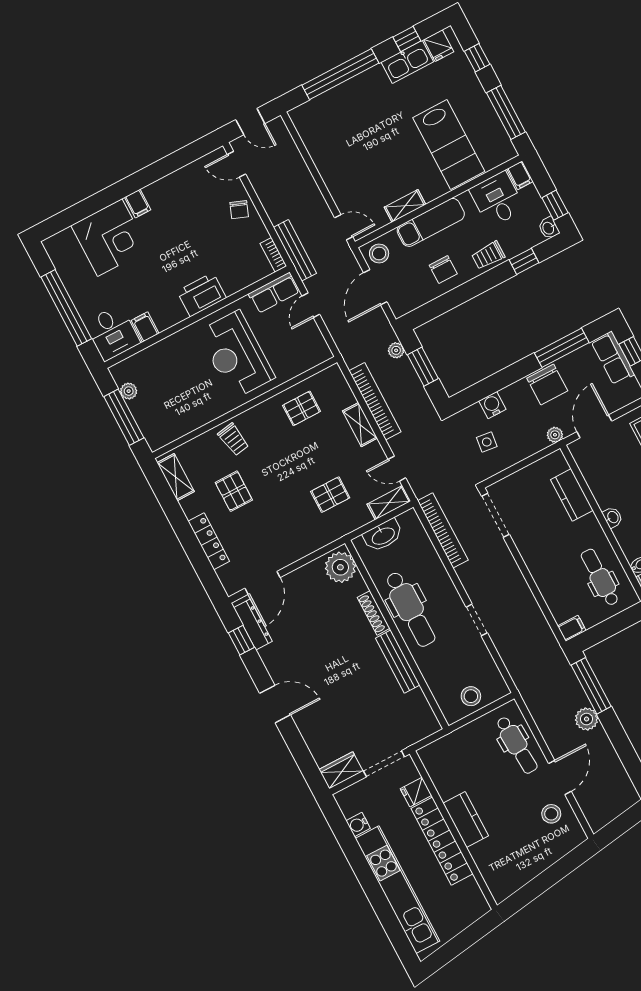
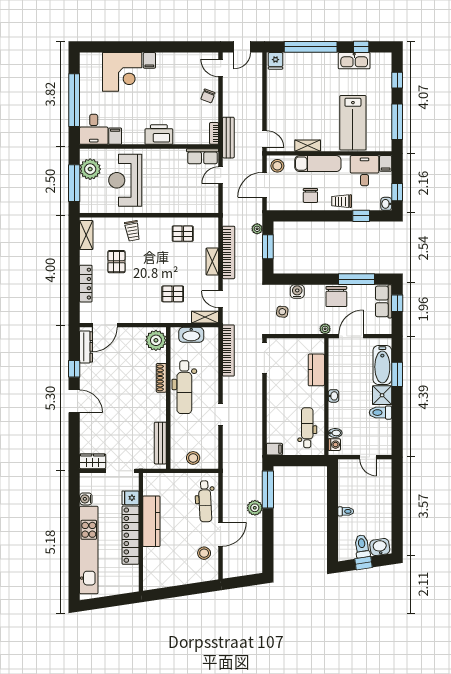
fridge: (439, 46) -> (276, 61), moved
door: (250, 122) -> (242, 47), hinge flipped
reception desk: (236, 355) -> (125, 180), moved
plant: (129, 391) -> (90, 169), width x1.88, depth x1.88
window: (241, 640) -> (74, 369), moved
bench: (398, 662) -> (160, 443), moved
kitchen counter: (466, 820) -> (151, 521), width x1.50

